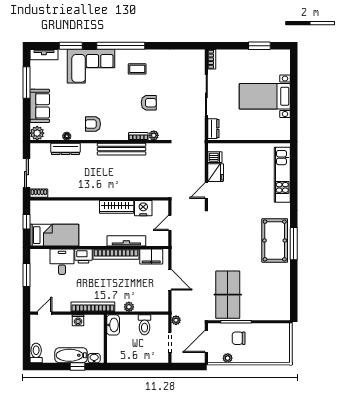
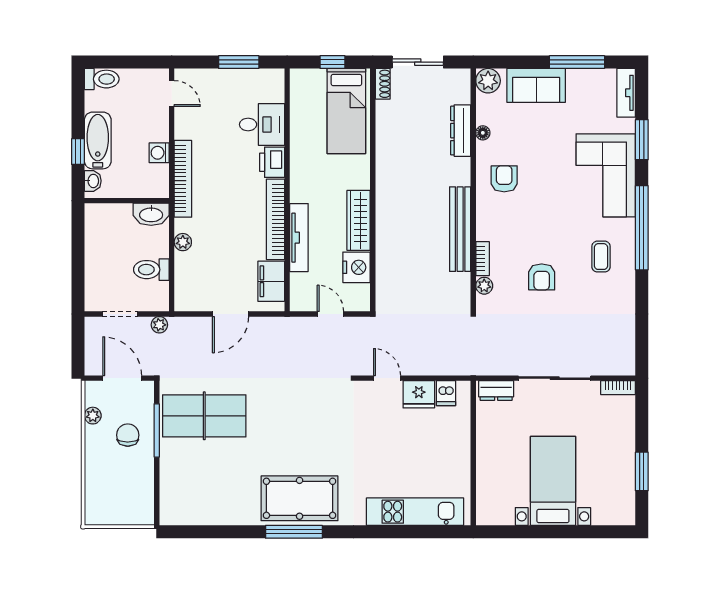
bed: (54, 235) -> (346, 111), moved

